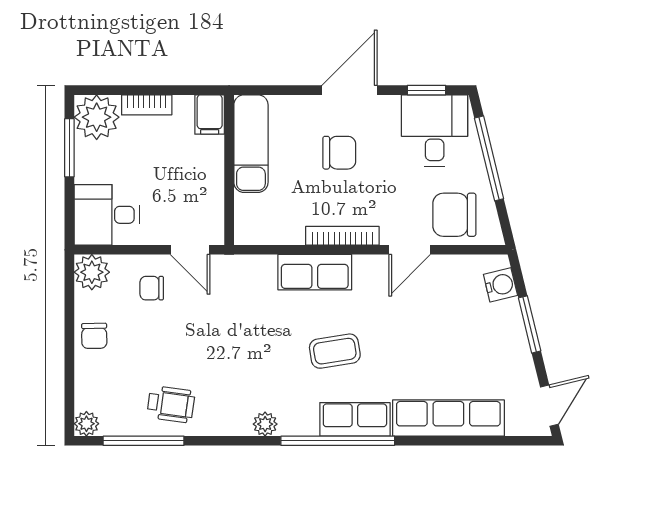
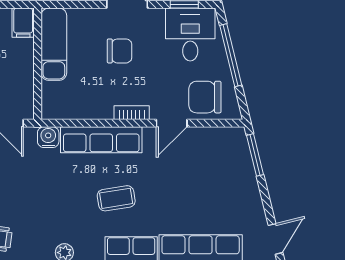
bookcase: (342, 236) -> (132, 113), width x0.64
row of seats: (315, 272) -> (101, 140), width x1.48
water cooler: (500, 285) -> (48, 137), moved, turned -76
window: (530, 324) -> (255, 155), moved

